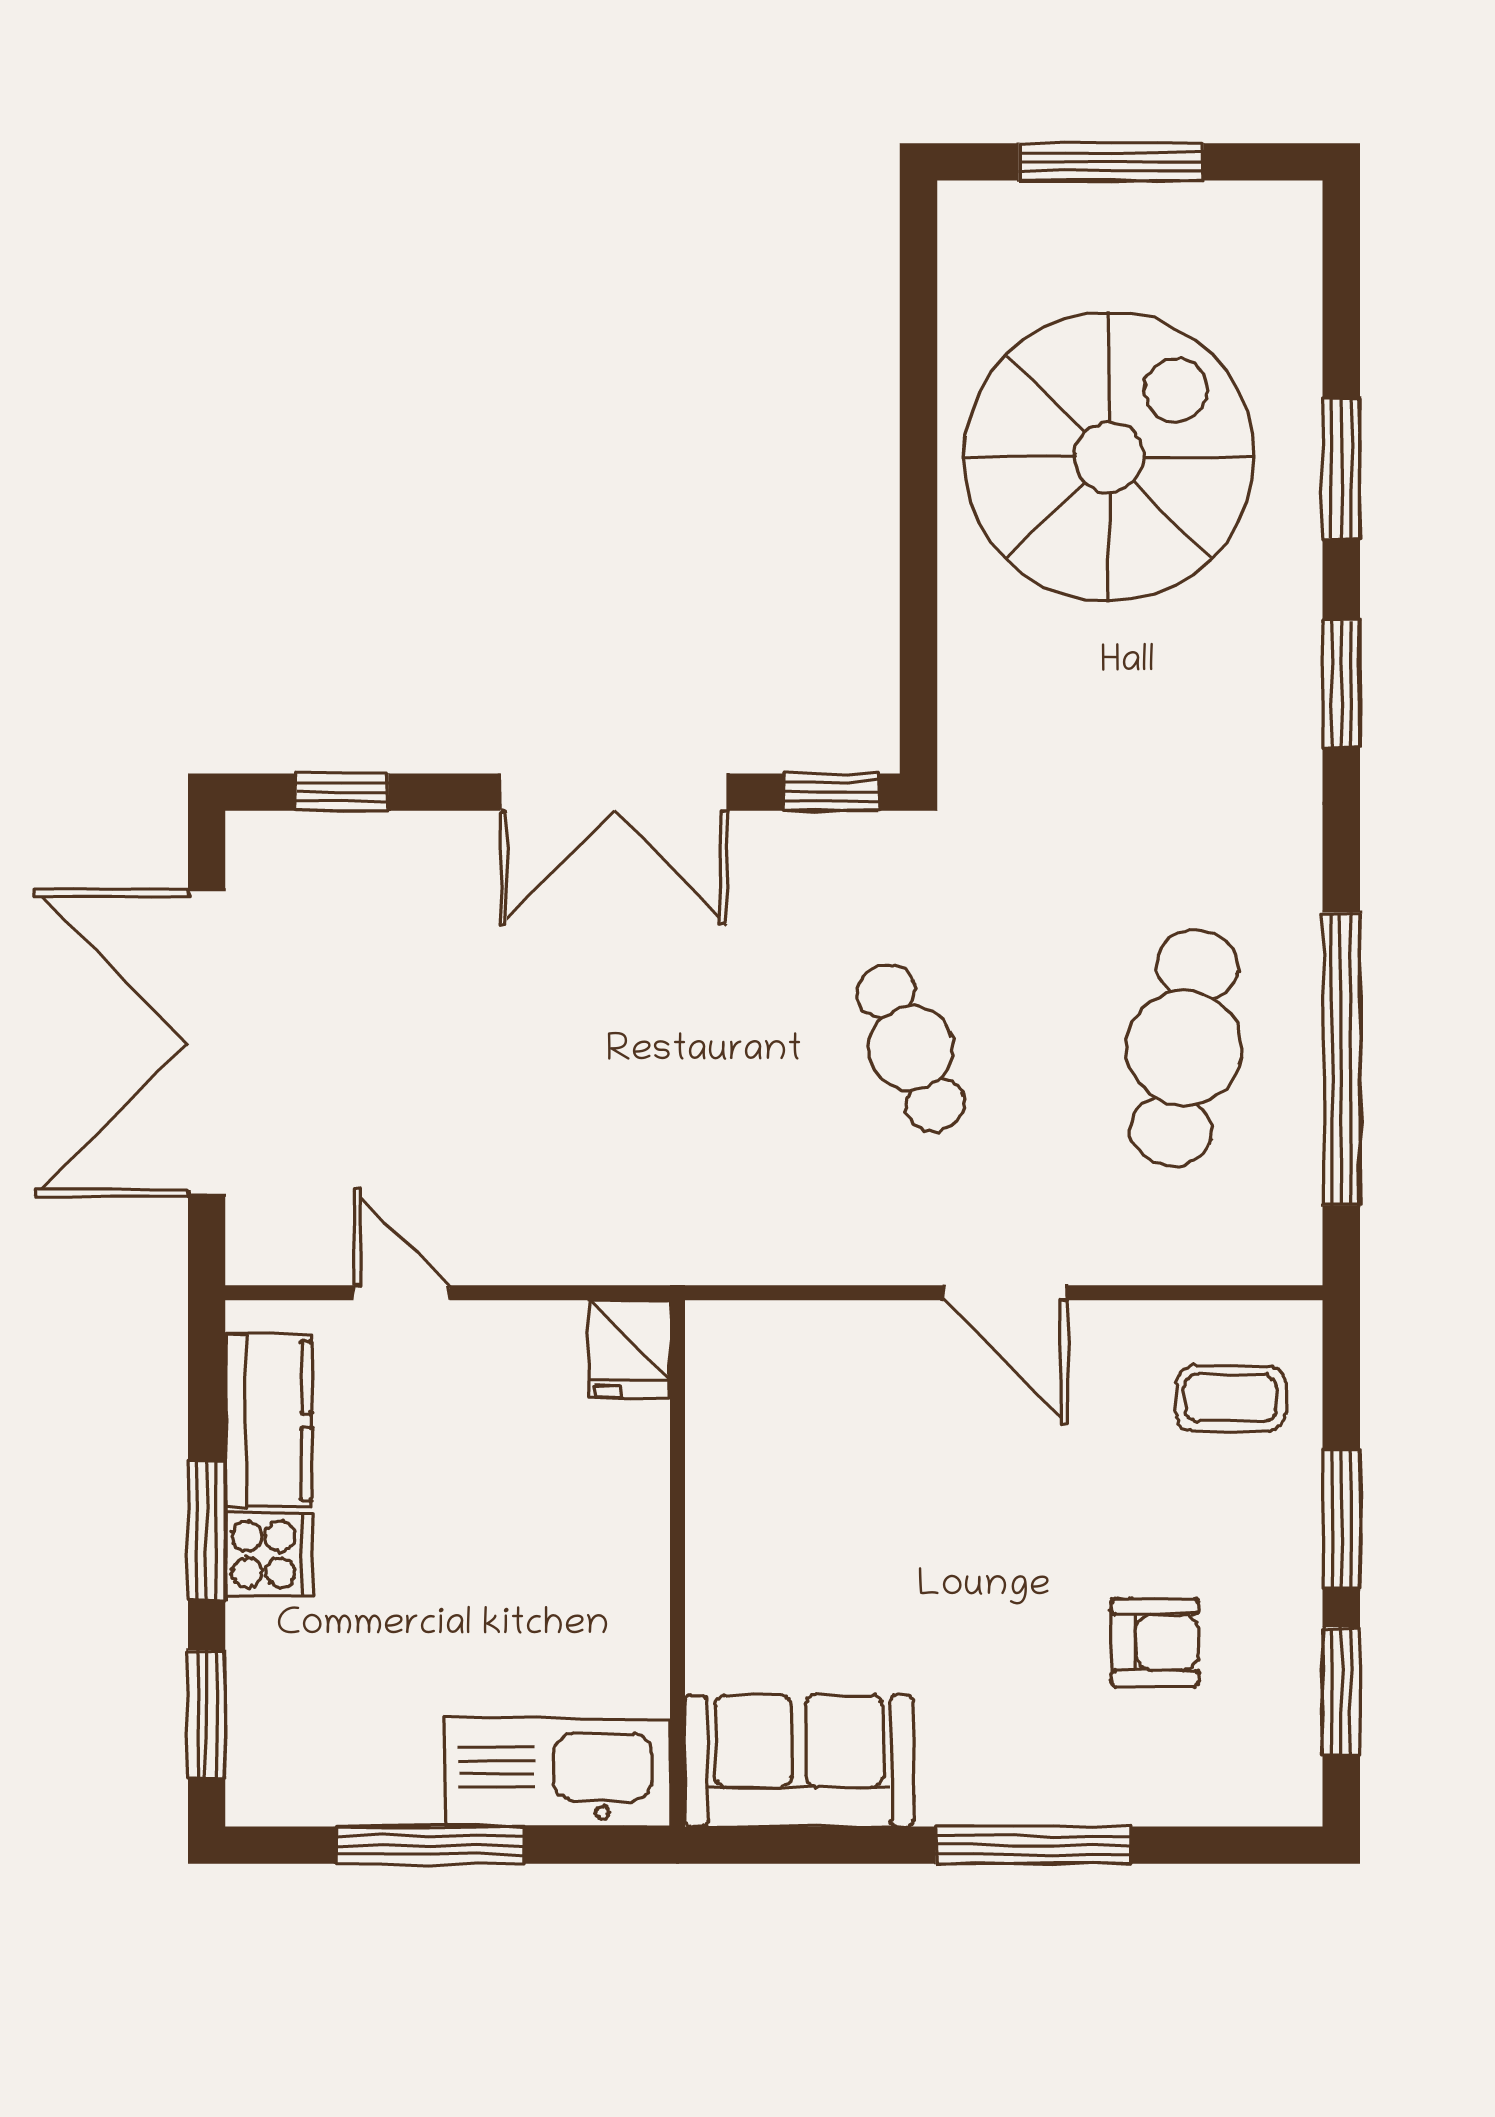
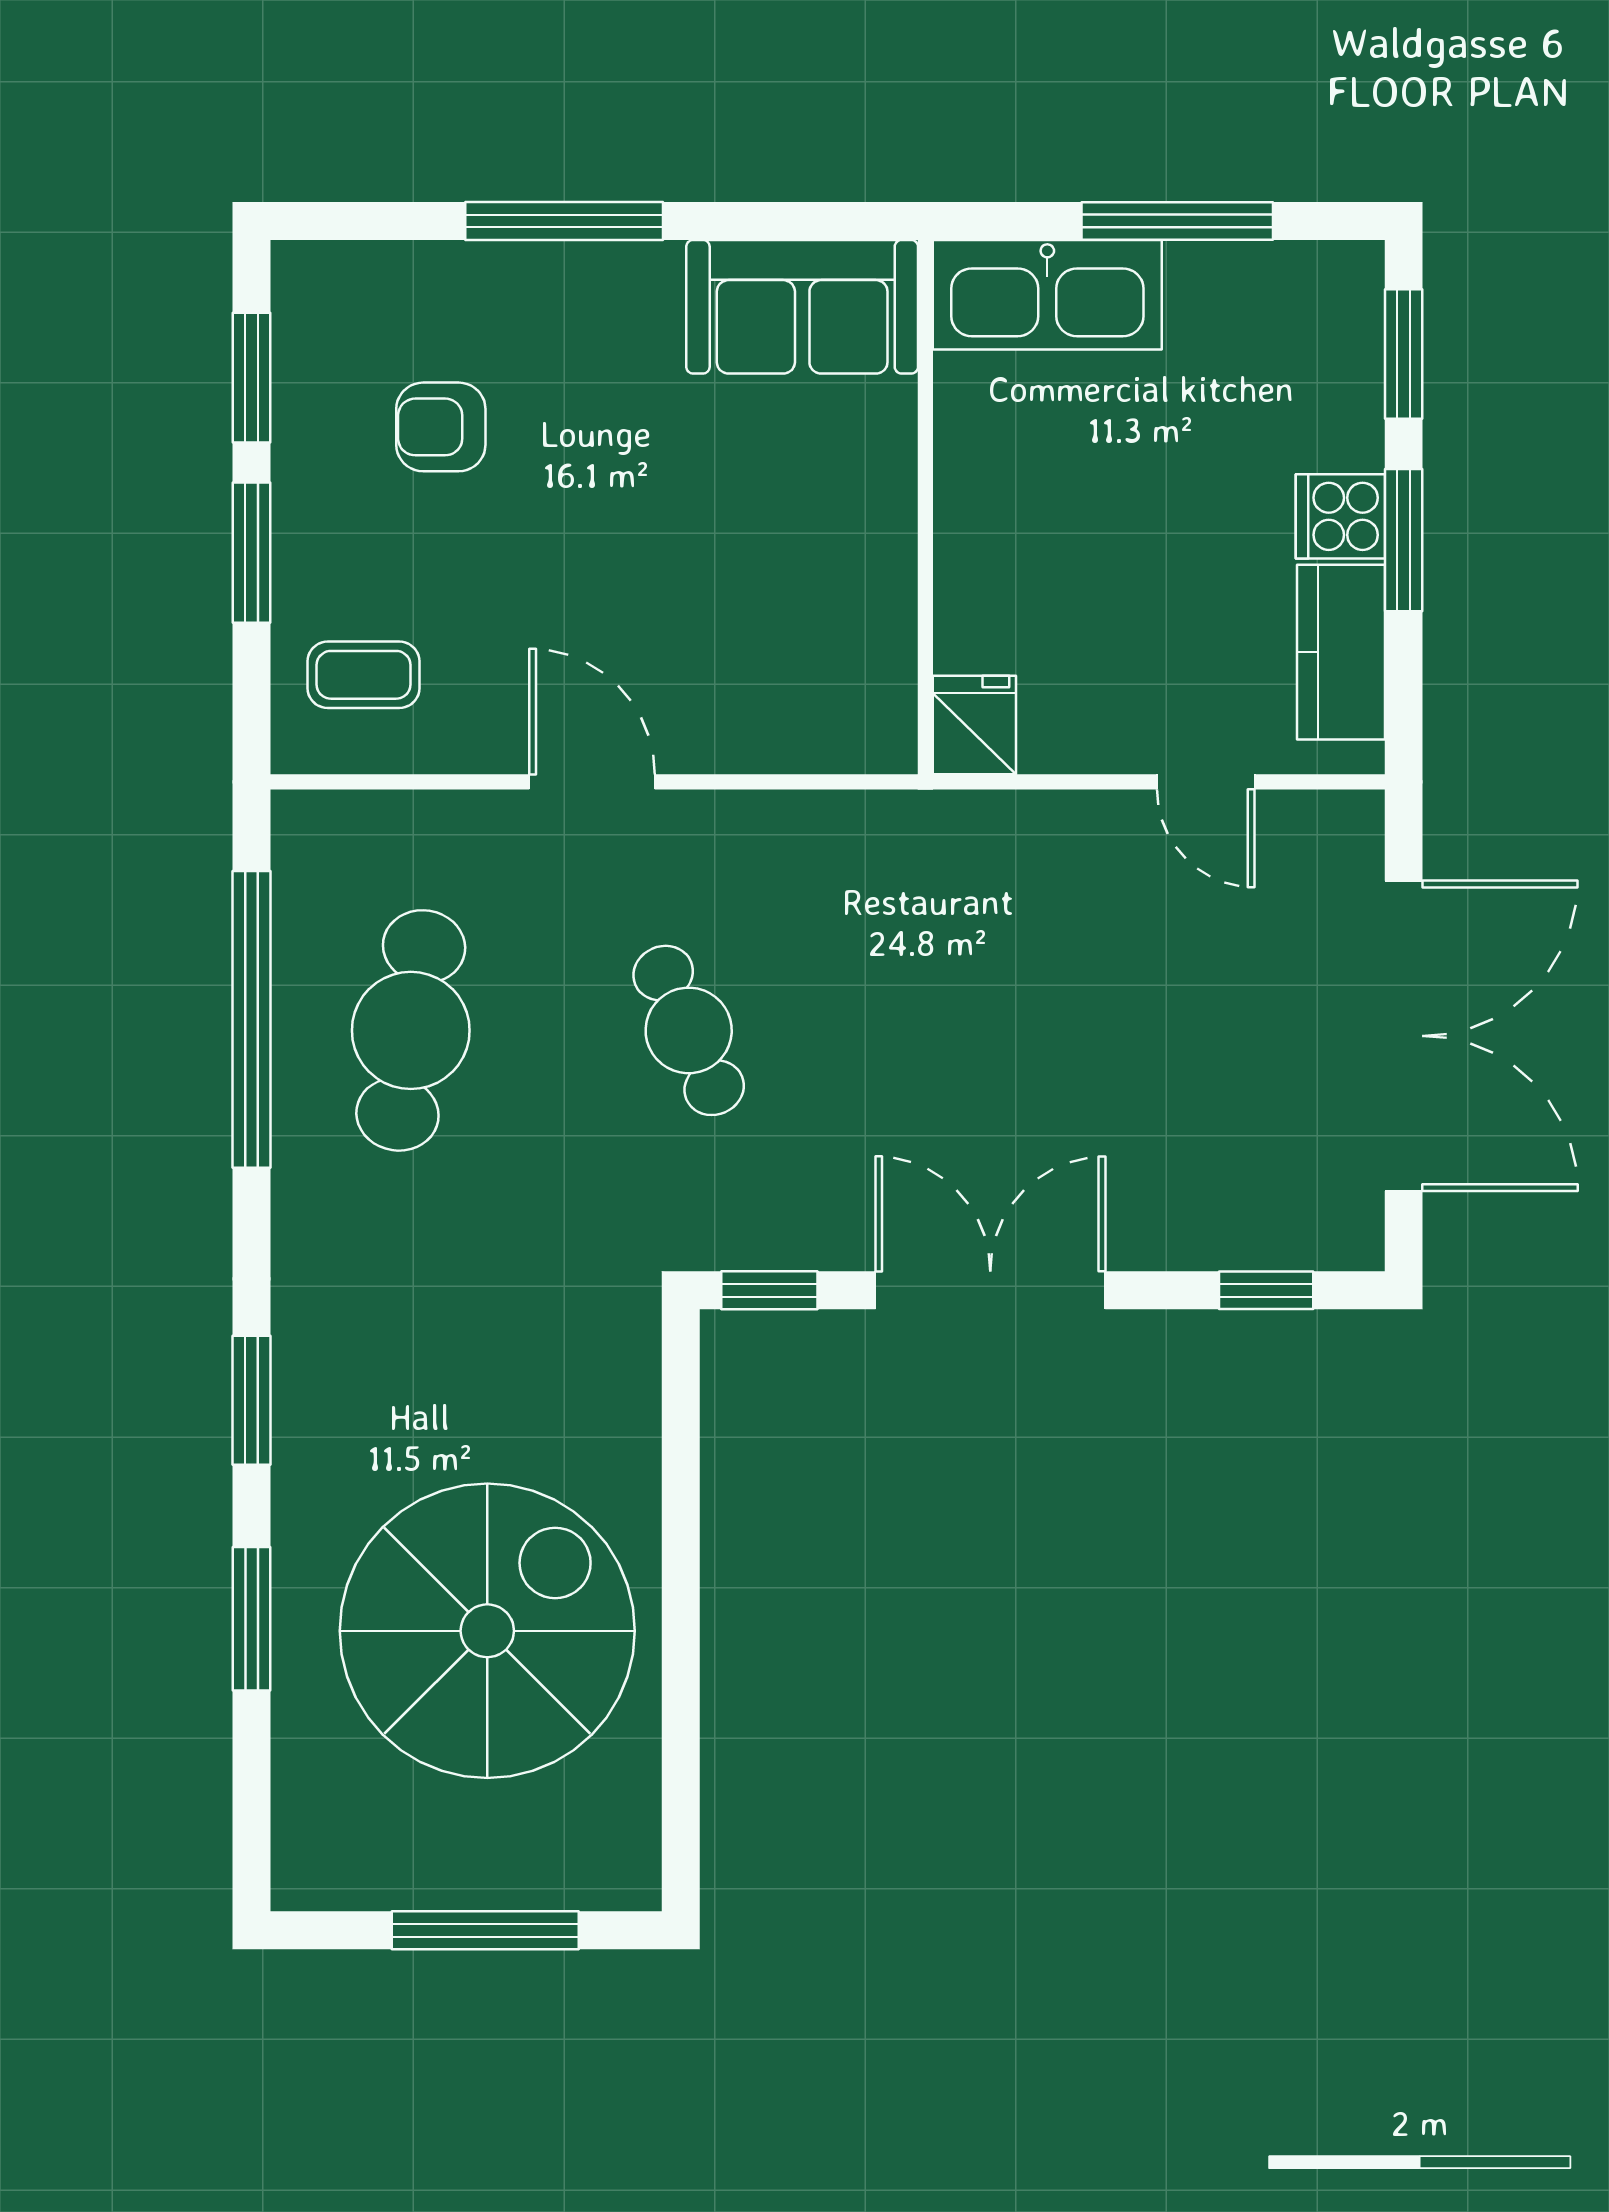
spiral stairs: (1109, 457) -> (487, 1631), turned 180

